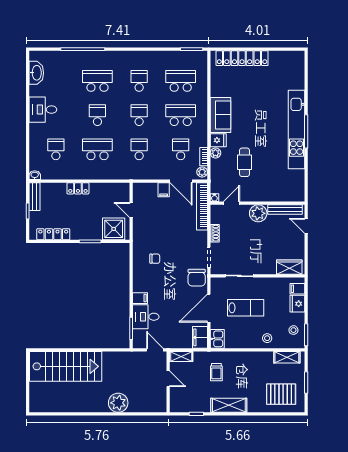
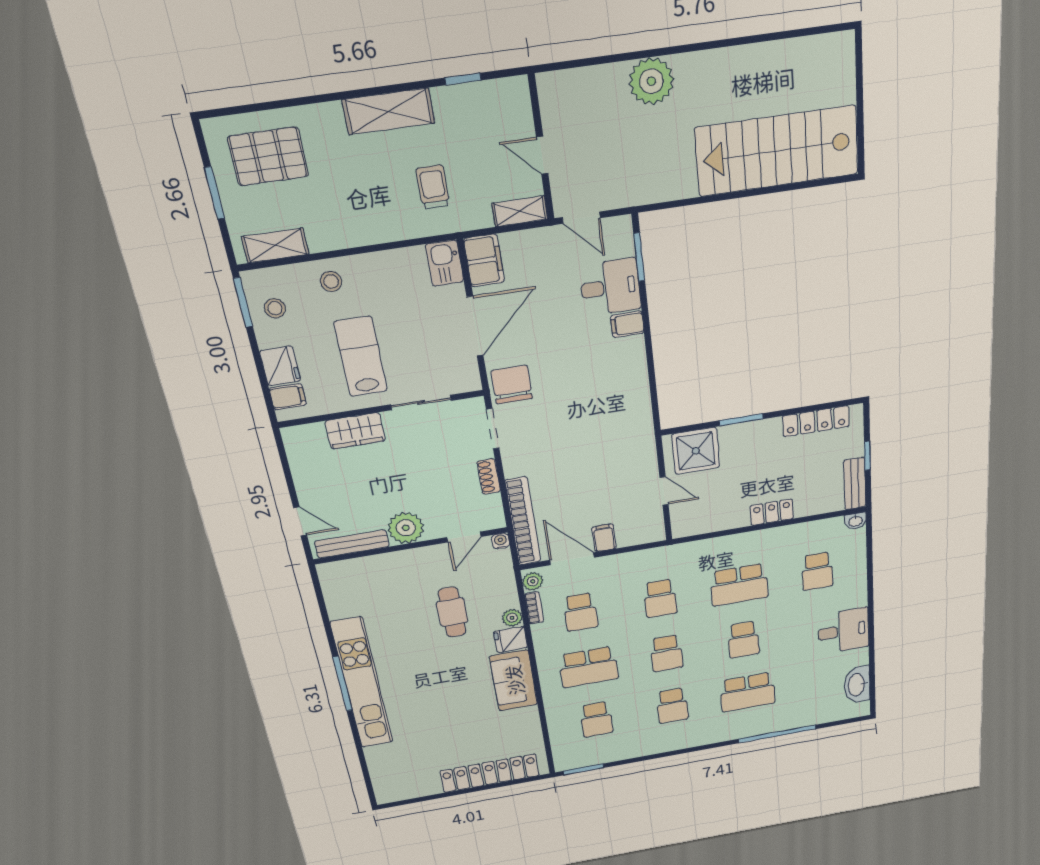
school desk: (181, 81) -> (596, 719), width x0.54
chair: (155, 259) -> (606, 408), removed
wardrobe: (289, 267) -> (355, 431), moved
lab bench: (246, 308) -> (361, 357), moved, turned 90

